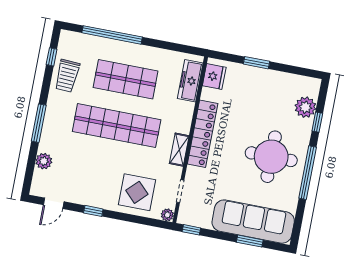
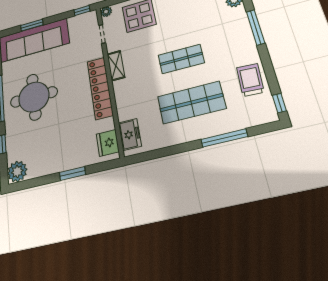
window: (112, 35) -> (224, 138), width x0.68
window: (52, 57) -> (279, 103), moved
freezer: (190, 81) -> (130, 134), width x0.71
plant: (305, 107) -> (17, 172), moved
shop shelf: (117, 126) -> (181, 59), width x0.50, depth x0.74

